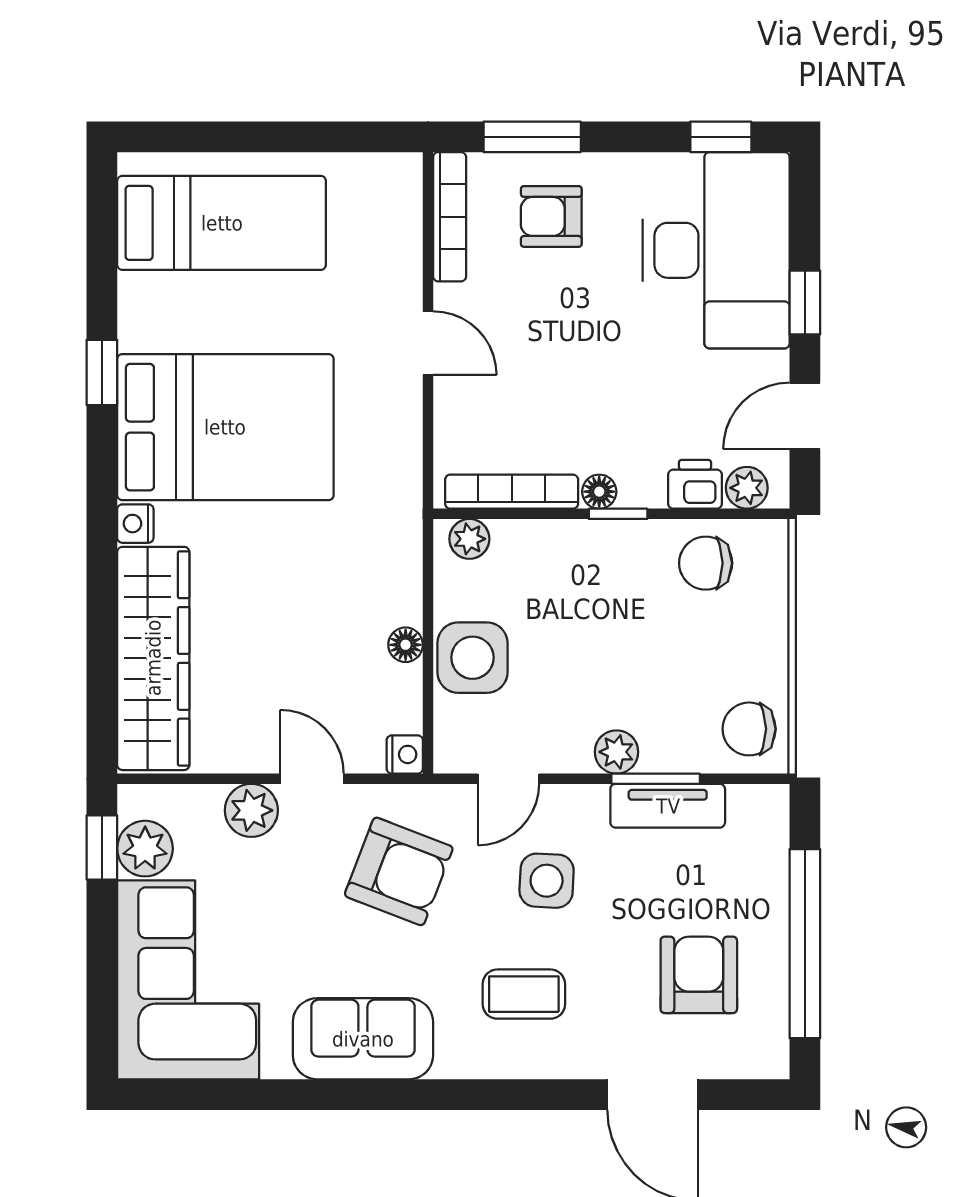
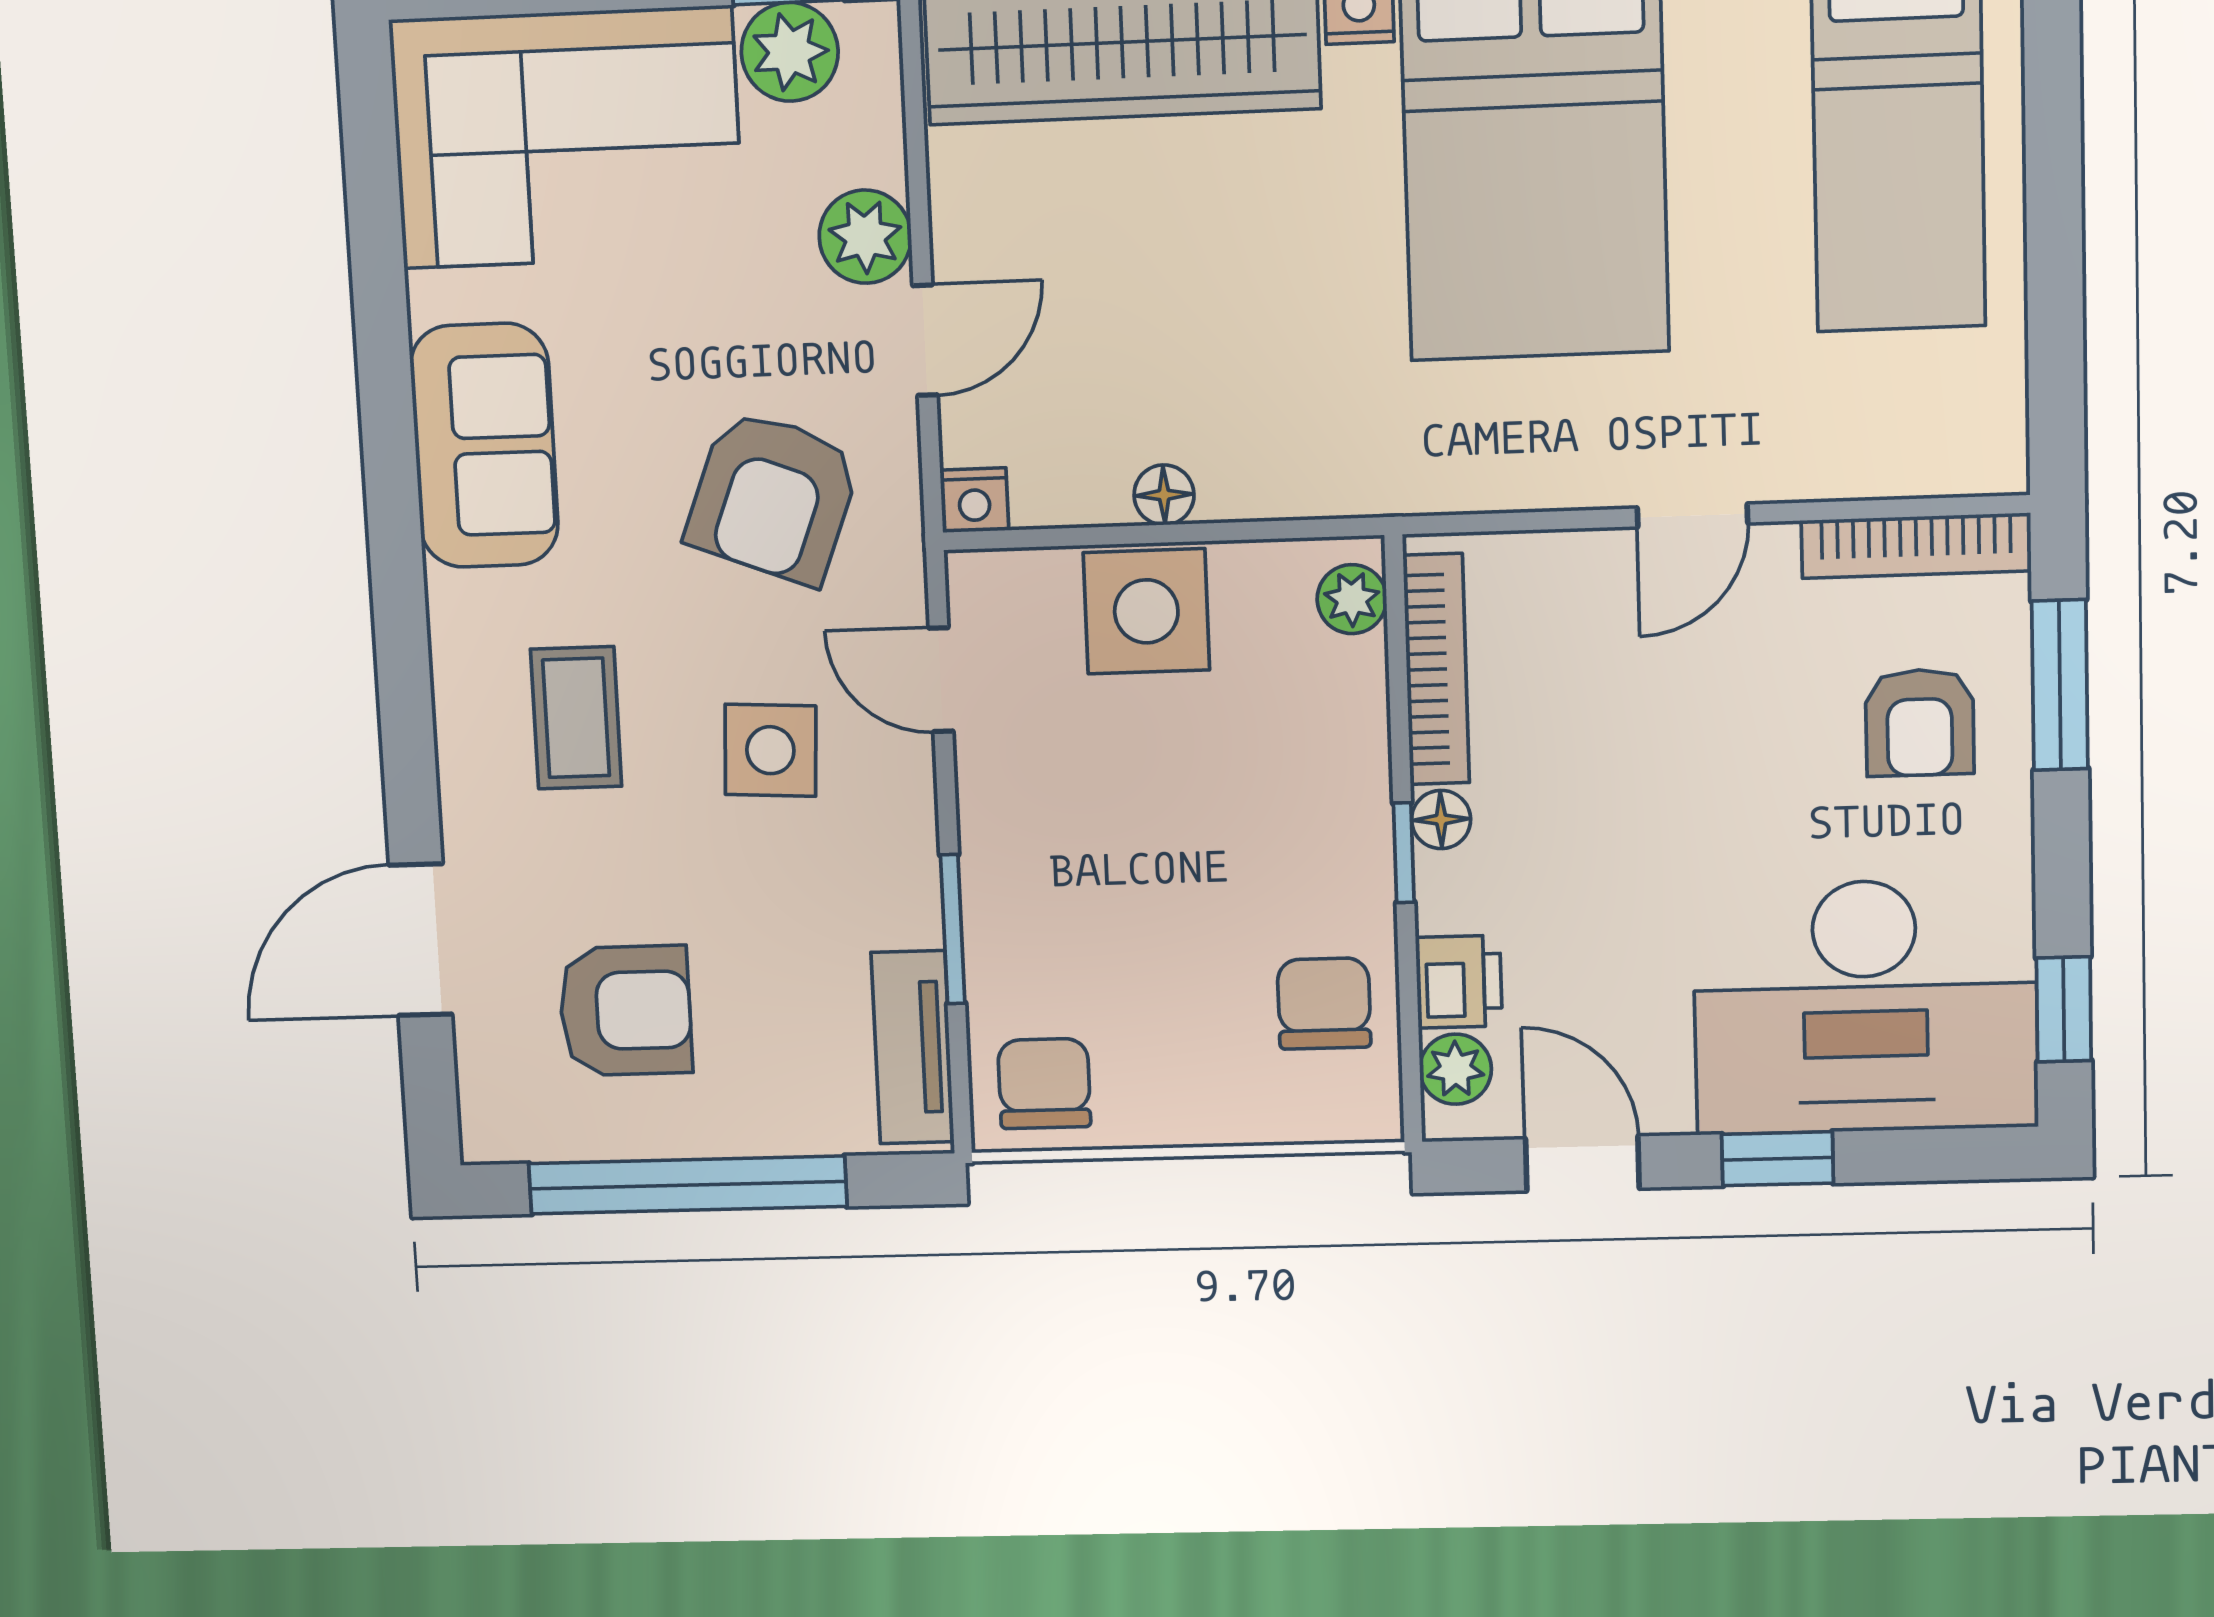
armchair: (551, 216) -> (1920, 723), turned 180
plant: (617, 752) -> (995, 862), removed
tv unit: (668, 806) -> (913, 1047), moved

